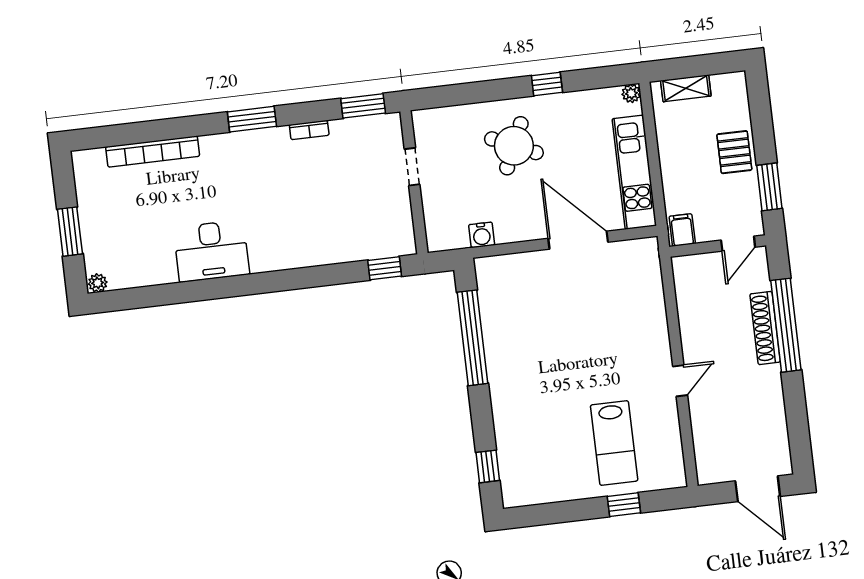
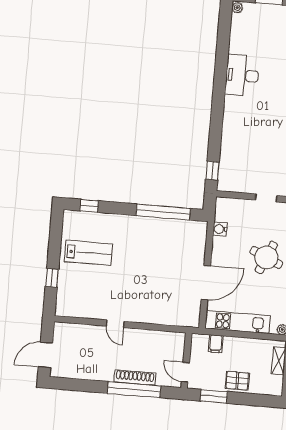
filing cabinet: (682, 230) -> (216, 344), moved, turned 90
lab bench: (614, 443) -> (88, 253), moved, turned 180

